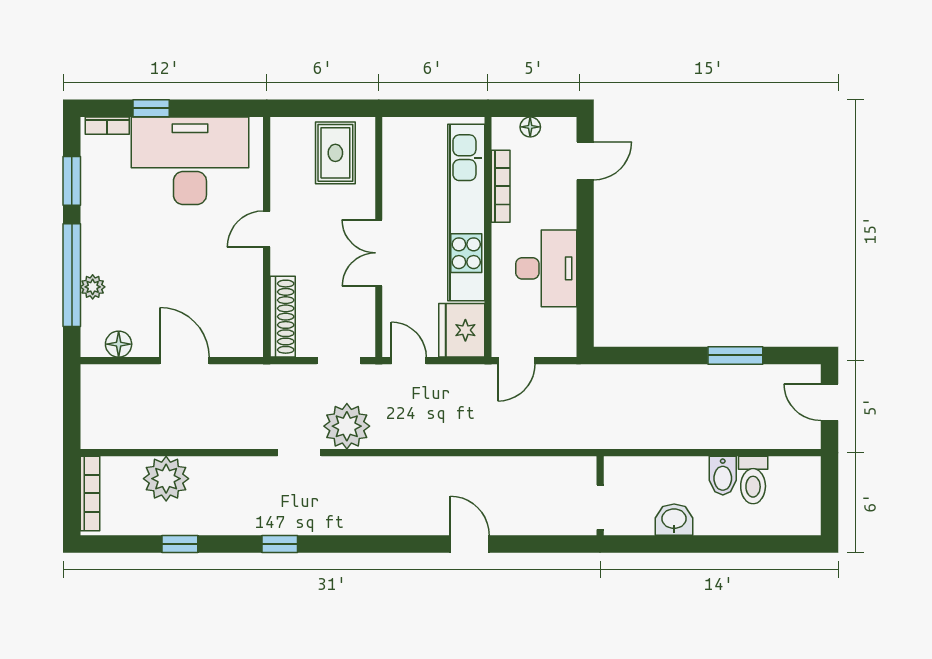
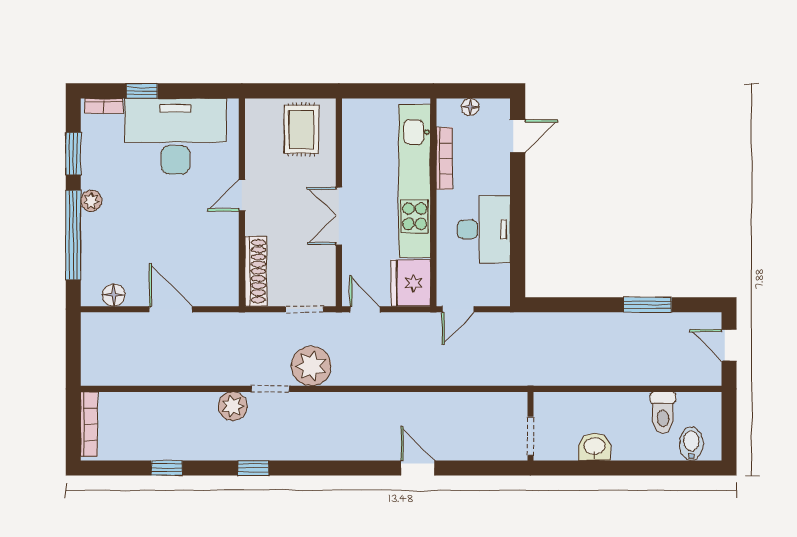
plant: (93, 287) -> (91, 201), moved
bidet: (723, 476) -> (691, 444), moved, turned 180
plant: (166, 479) -> (233, 406), moved, width x0.73, depth x0.73

